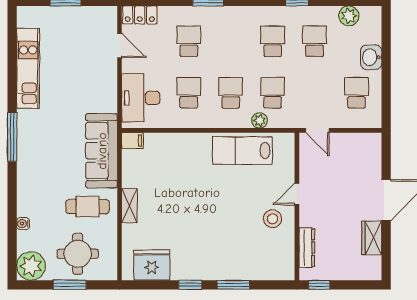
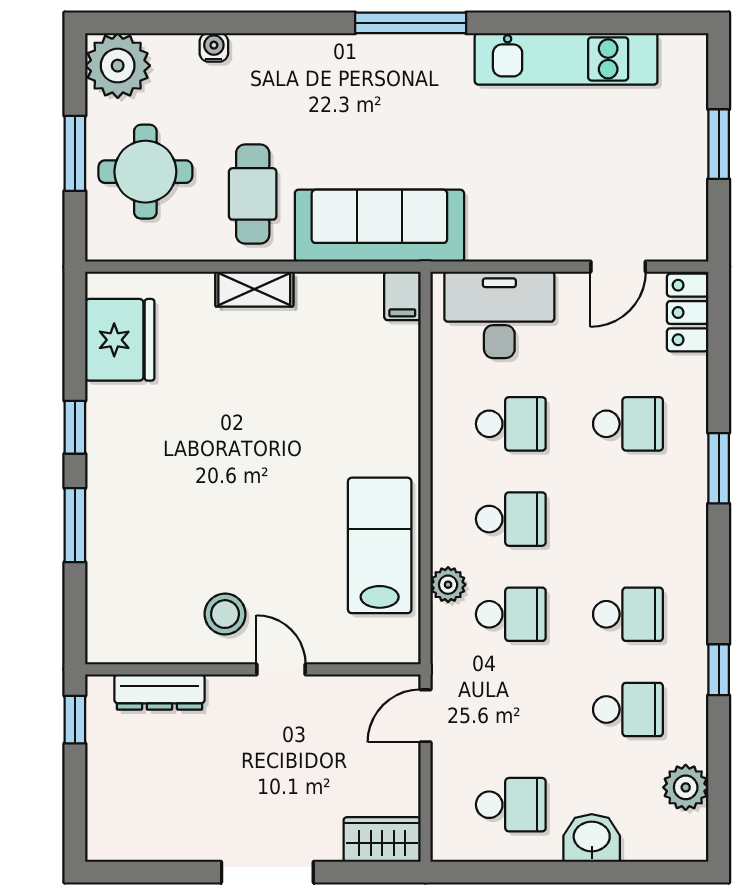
wardrobe: (372, 238) -> (382, 839), moved

